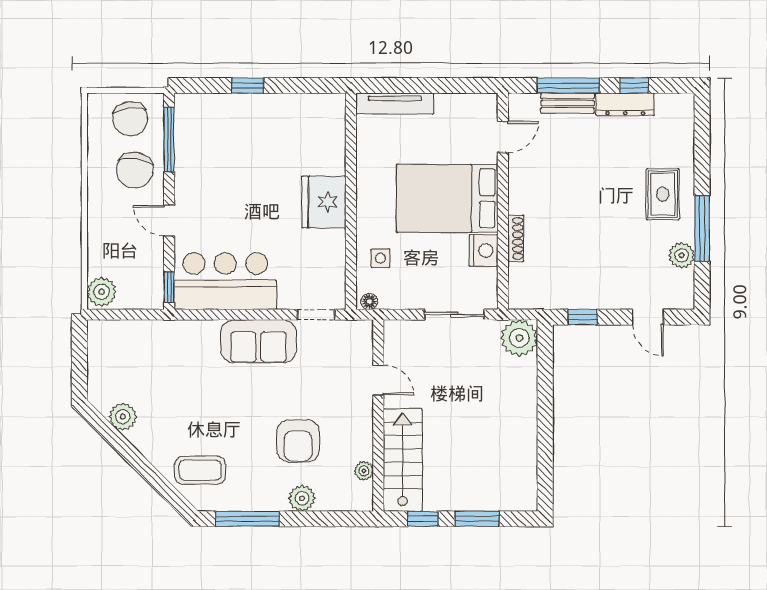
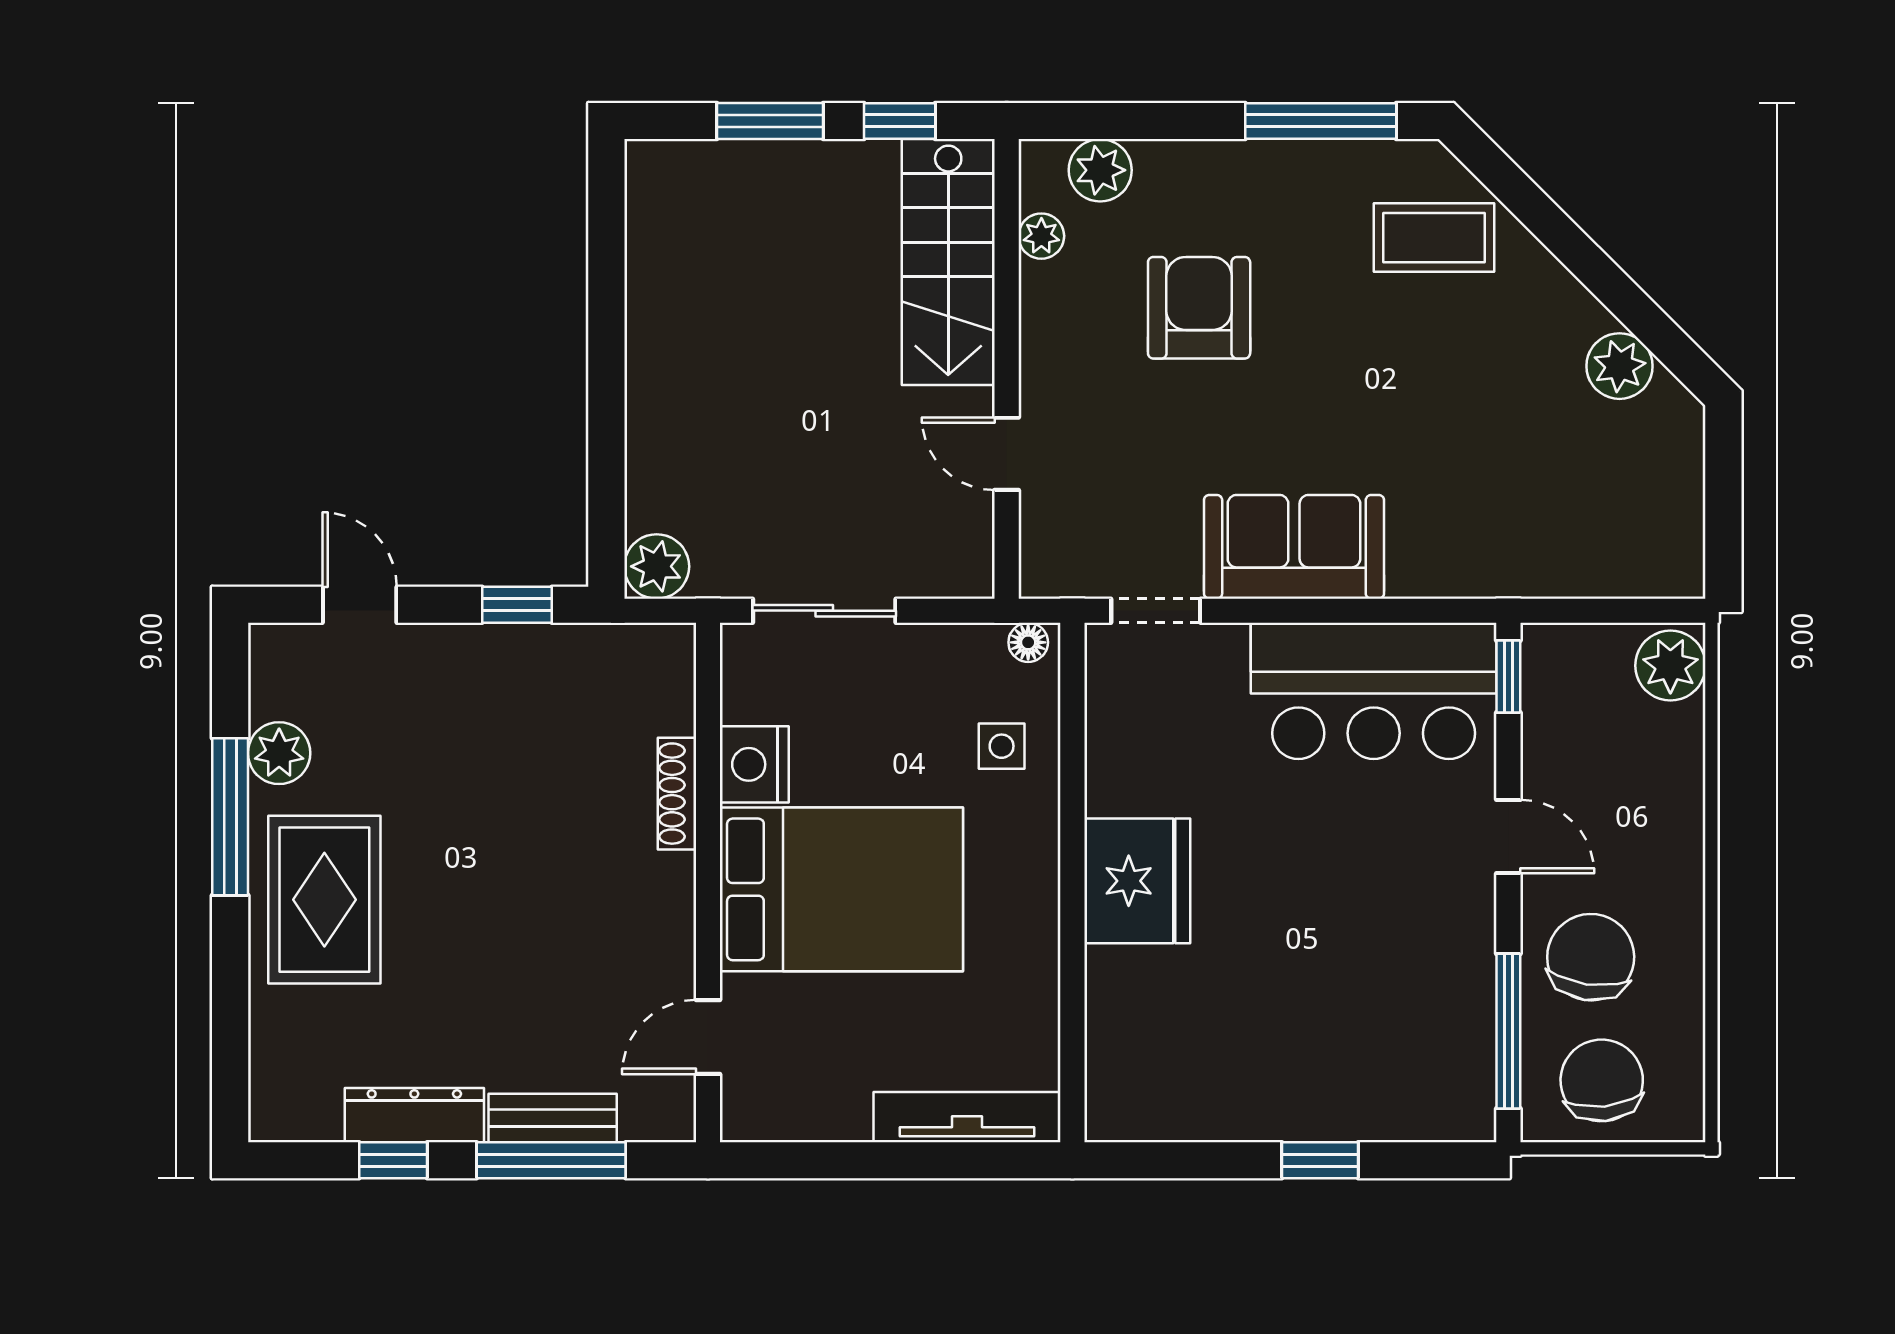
rug: (663, 194) -> (324, 900), width x1.36, depth x1.43
plant: (519, 338) -> (657, 566), width x0.73, depth x0.73
plant: (302, 498) -> (1100, 170), moved

